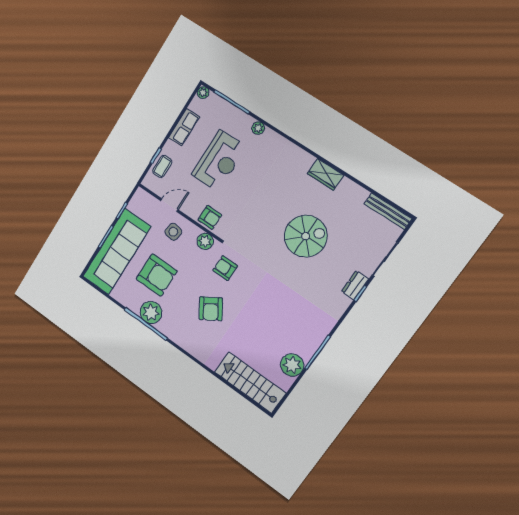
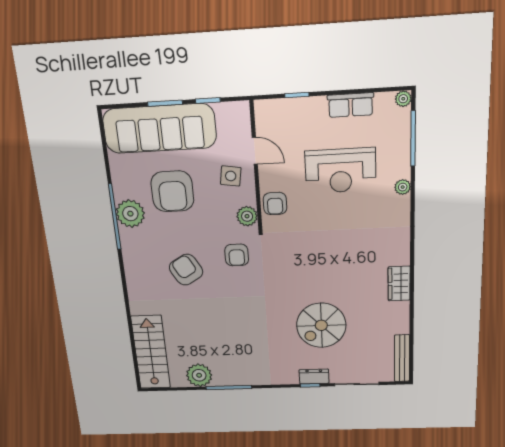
coffee table: (162, 166) -> (290, 112), removed
spiral stairs: (306, 236) -> (321, 325), moved, turned 90
armchair: (225, 268) -> (237, 255), turned 180
armchair: (211, 309) -> (186, 270), turned 92

